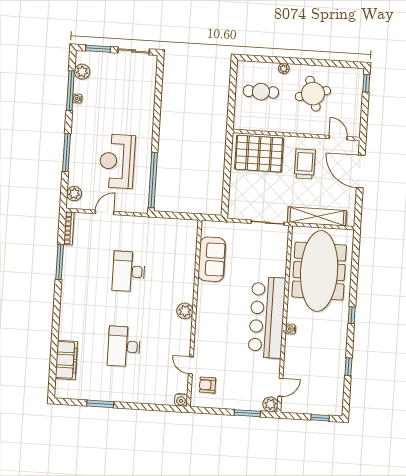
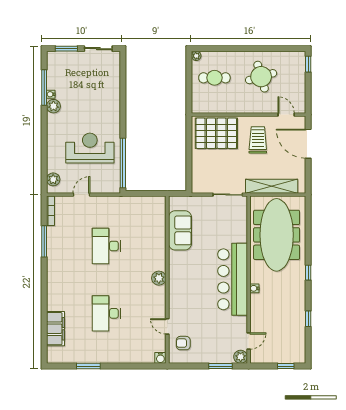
plant: (284, 69) -> (196, 56), moved
plant: (82, 72) -> (53, 106), moved
window: (67, 153) -> (44, 143), removed
reception desk: (117, 161) -> (90, 148), turned 90

